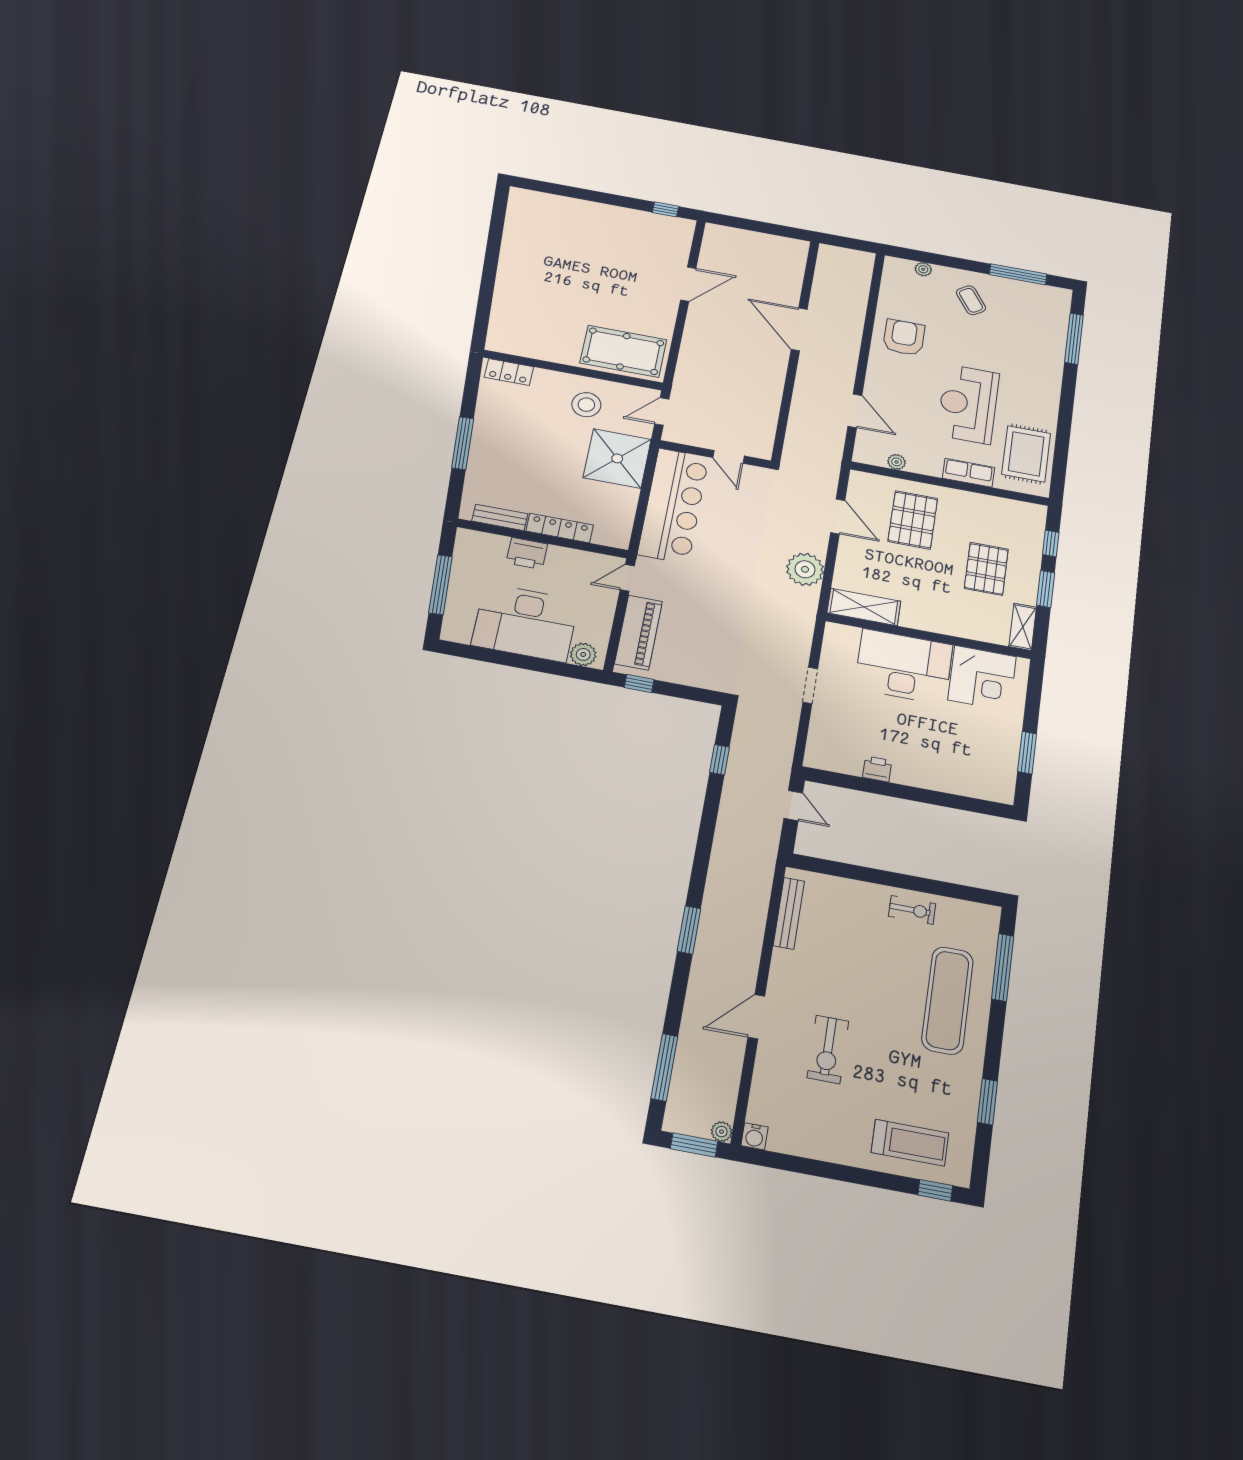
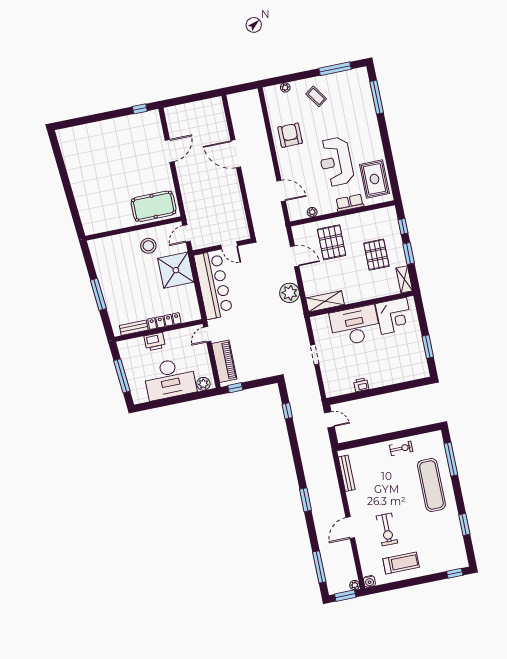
locker: (509, 372) -> (103, 244), removed
treadmill: (910, 1143) -> (401, 563), moved

